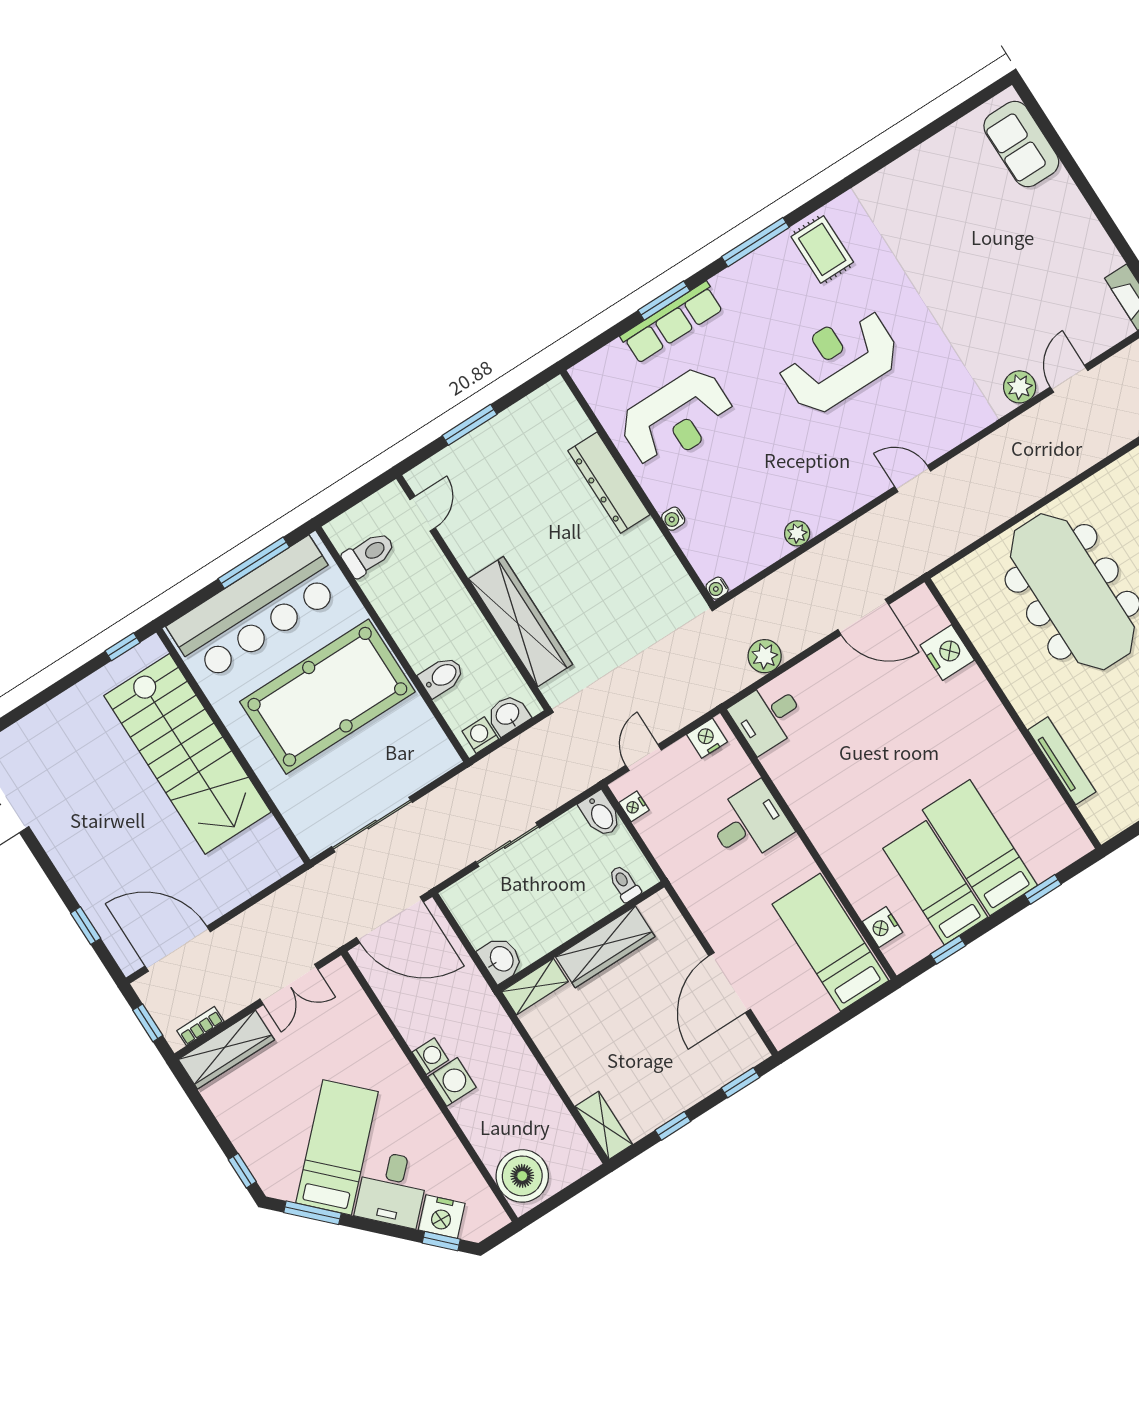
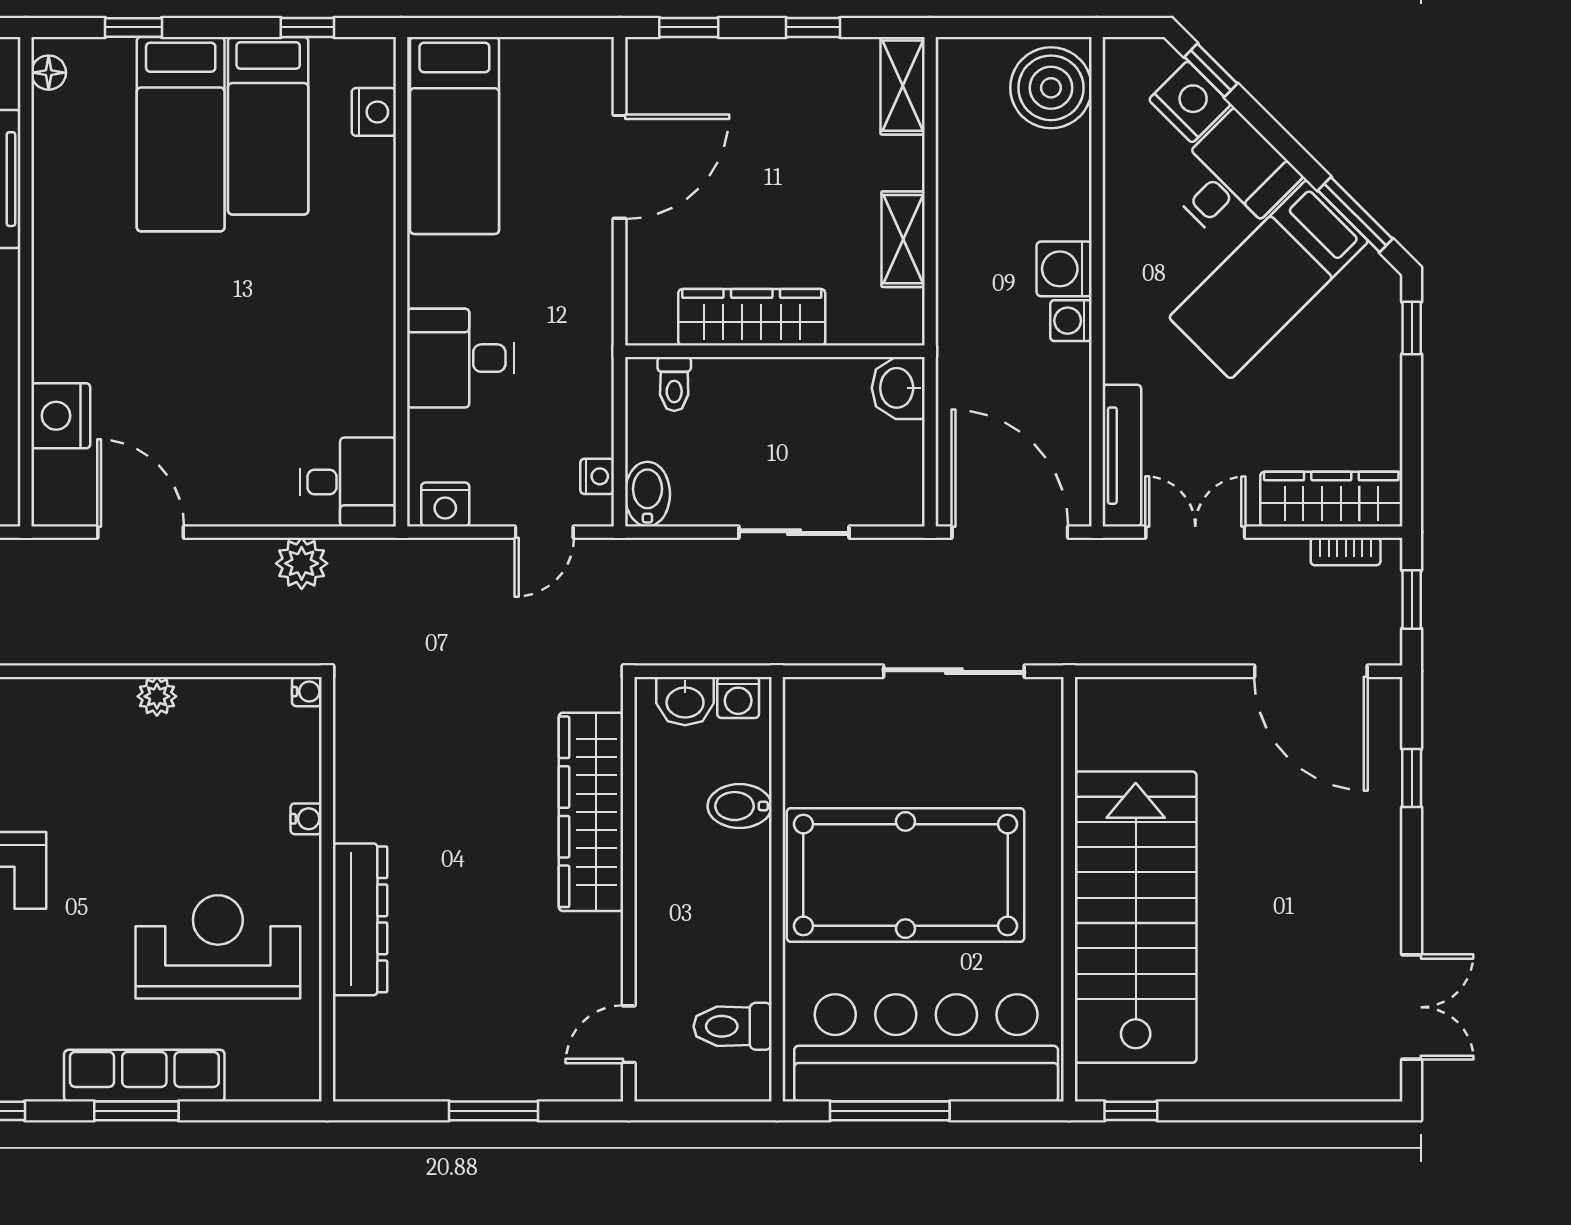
floor lamp: (1073, 835) -> (49, 73), added
shelving: (535, 987) -> (903, 239), moved, turned 90
tv unit: (356, 1000) -> (1122, 456), added

